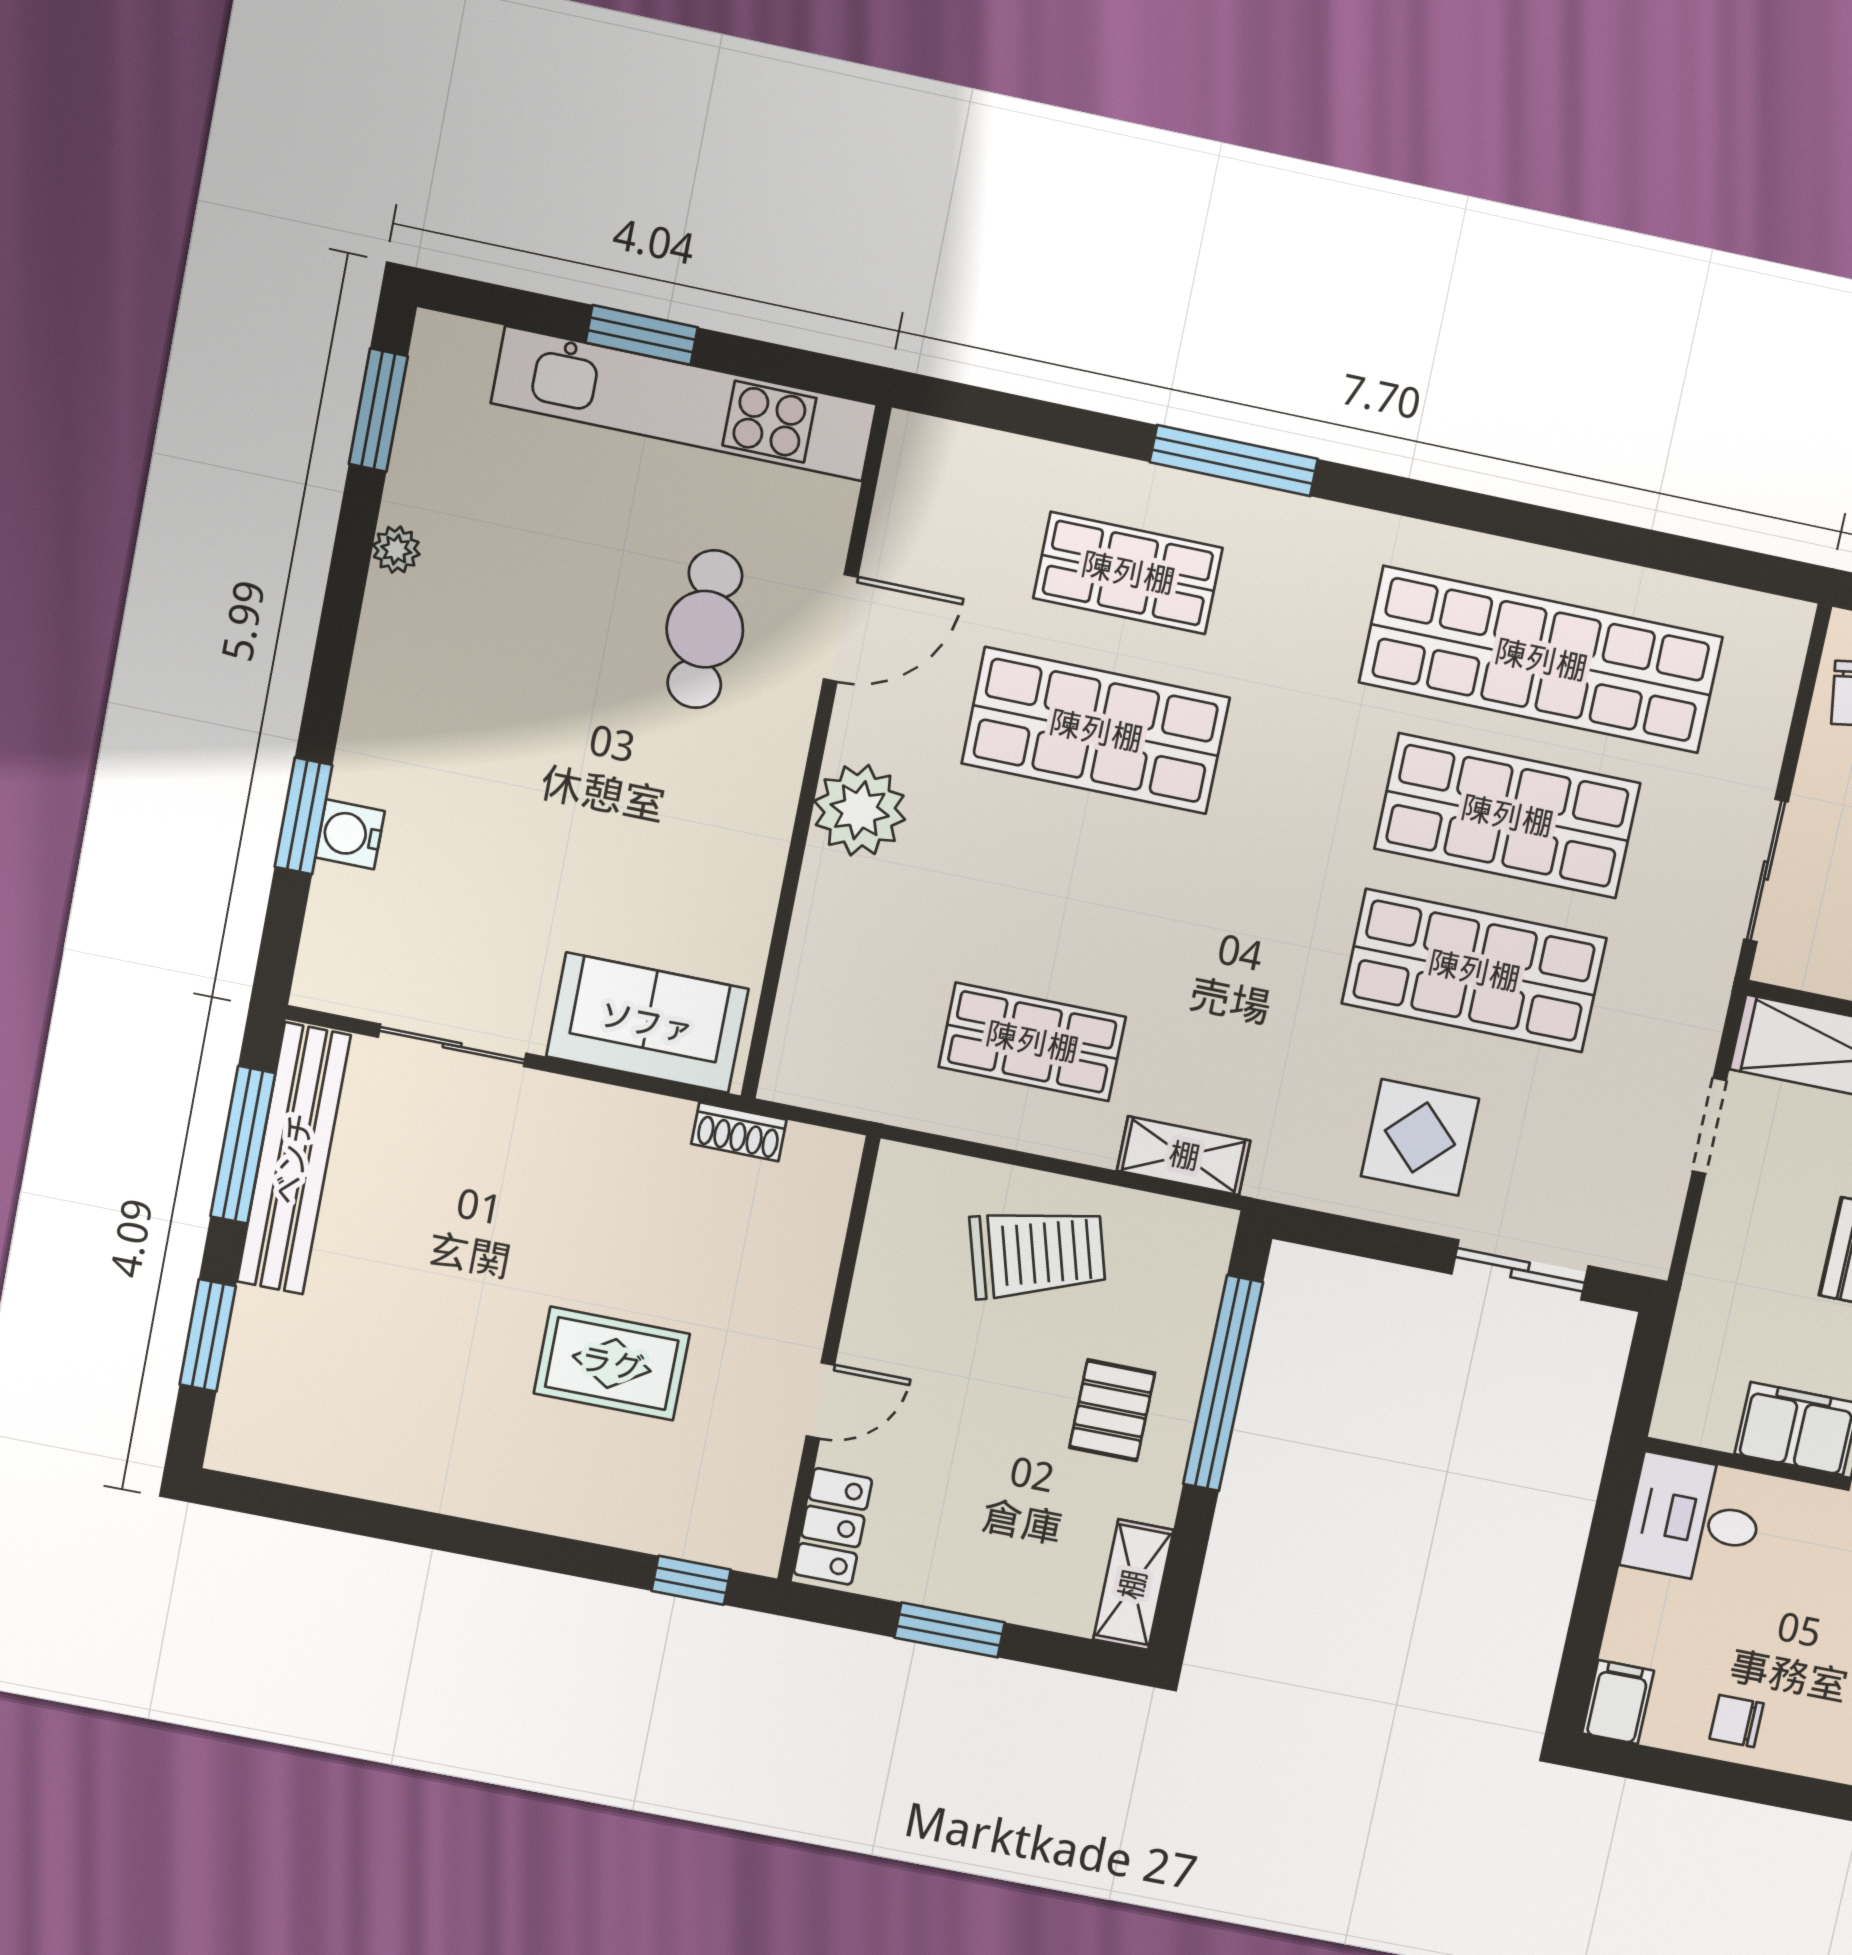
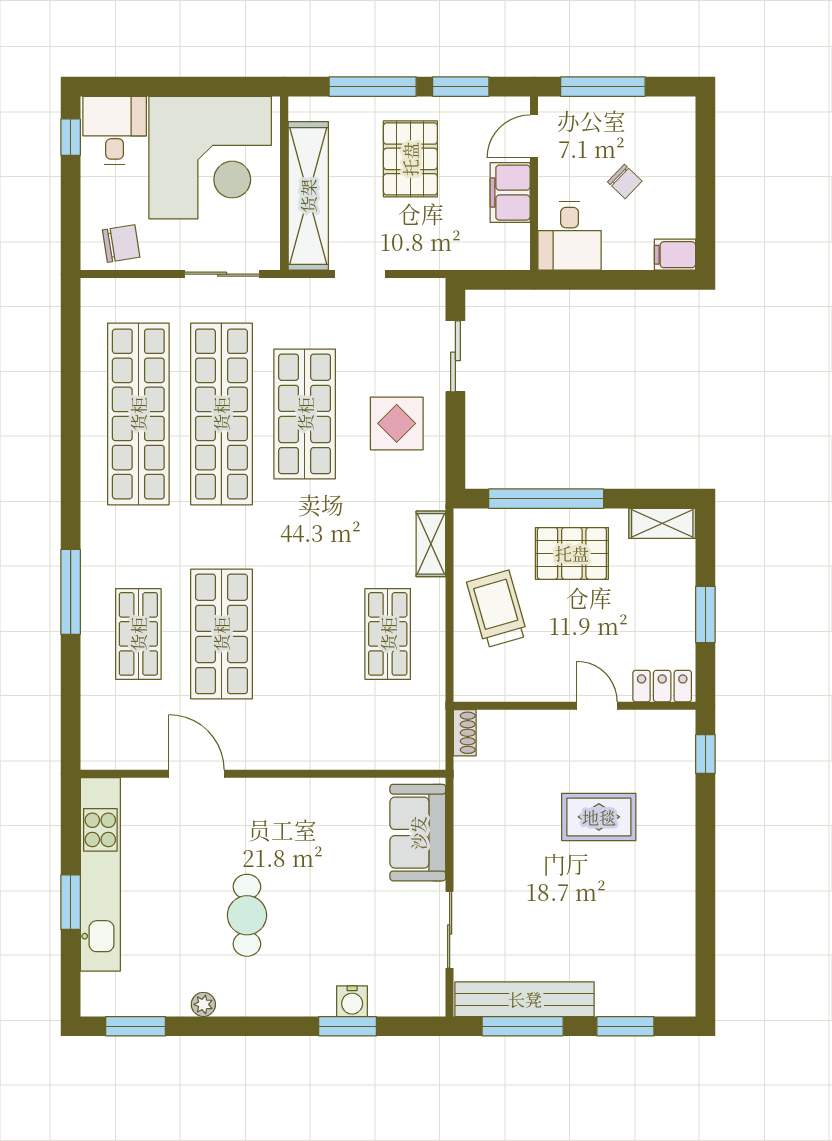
cafe table: (705, 629) -> (247, 915), moved, turned 90
plant: (860, 810) -> (287, 746), removed
shop shelf: (1507, 816) -> (221, 414), width x1.40
shoe rack: (739, 1132) -> (465, 733), moved
rug: (612, 1364) -> (599, 817), turned 90
pallet: (1112, 1410) -> (572, 553), width x1.50, depth x1.42
chair: (1737, 1721) -> (625, 181), moved, turned -46

